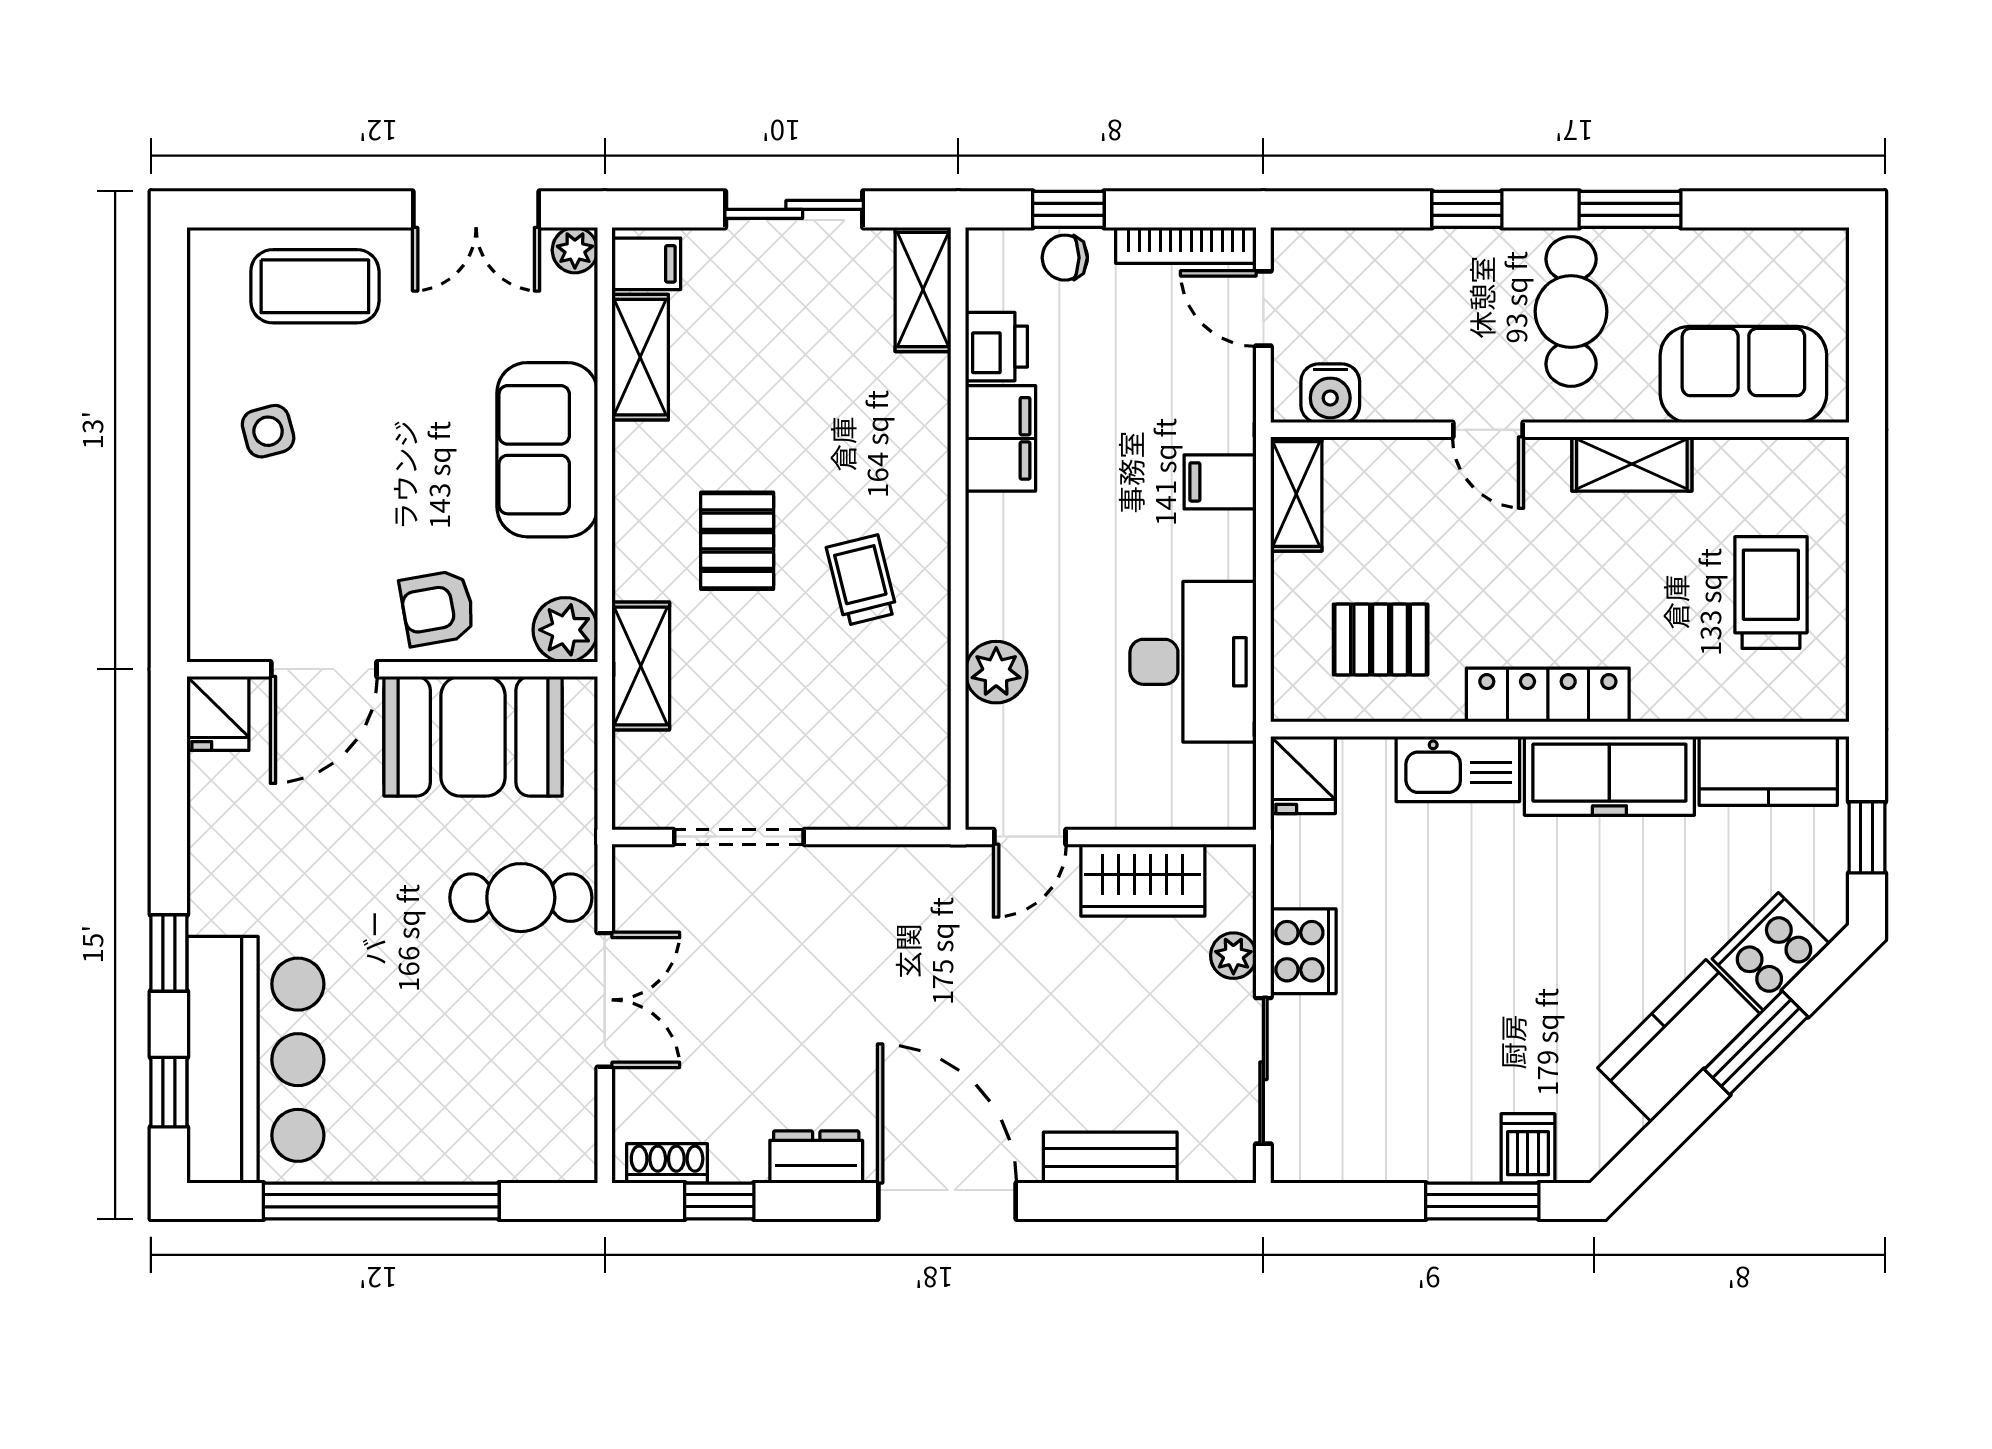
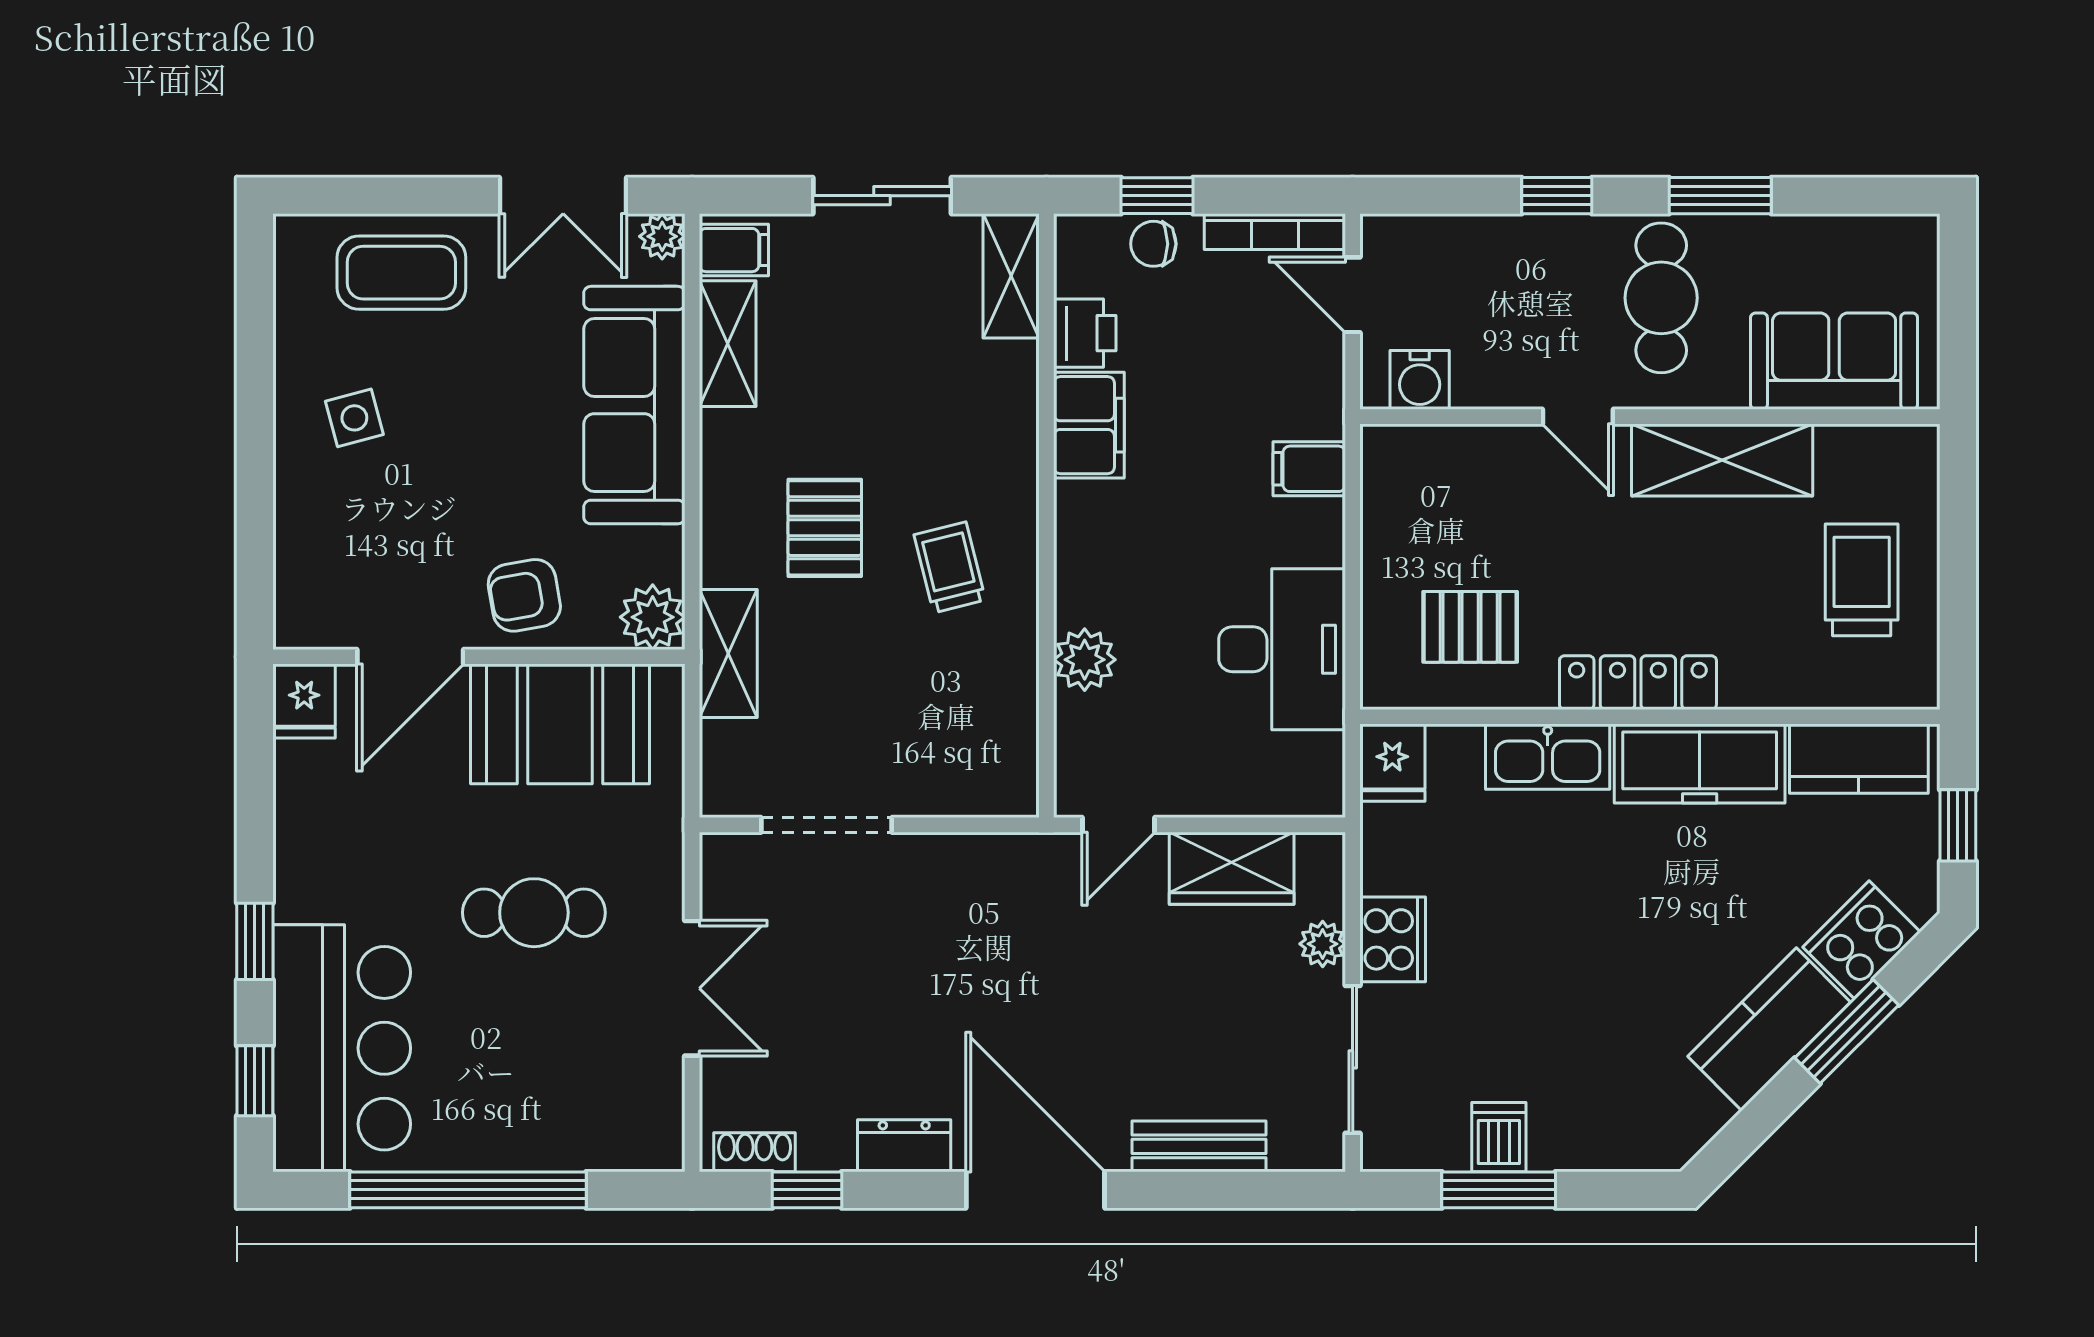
sofa: (547, 450) -> (634, 405), width x1.36
shelving: (1632, 464) -> (1722, 460), width x1.50, depth x1.33
shelving: (1296, 494) -> (1386, 481), removed
cafe table: (521, 898) -> (534, 913), moved
dishwasher: (1528, 1148) -> (1499, 1137), moved
window: (1482, 1201) -> (1499, 1190), moved

